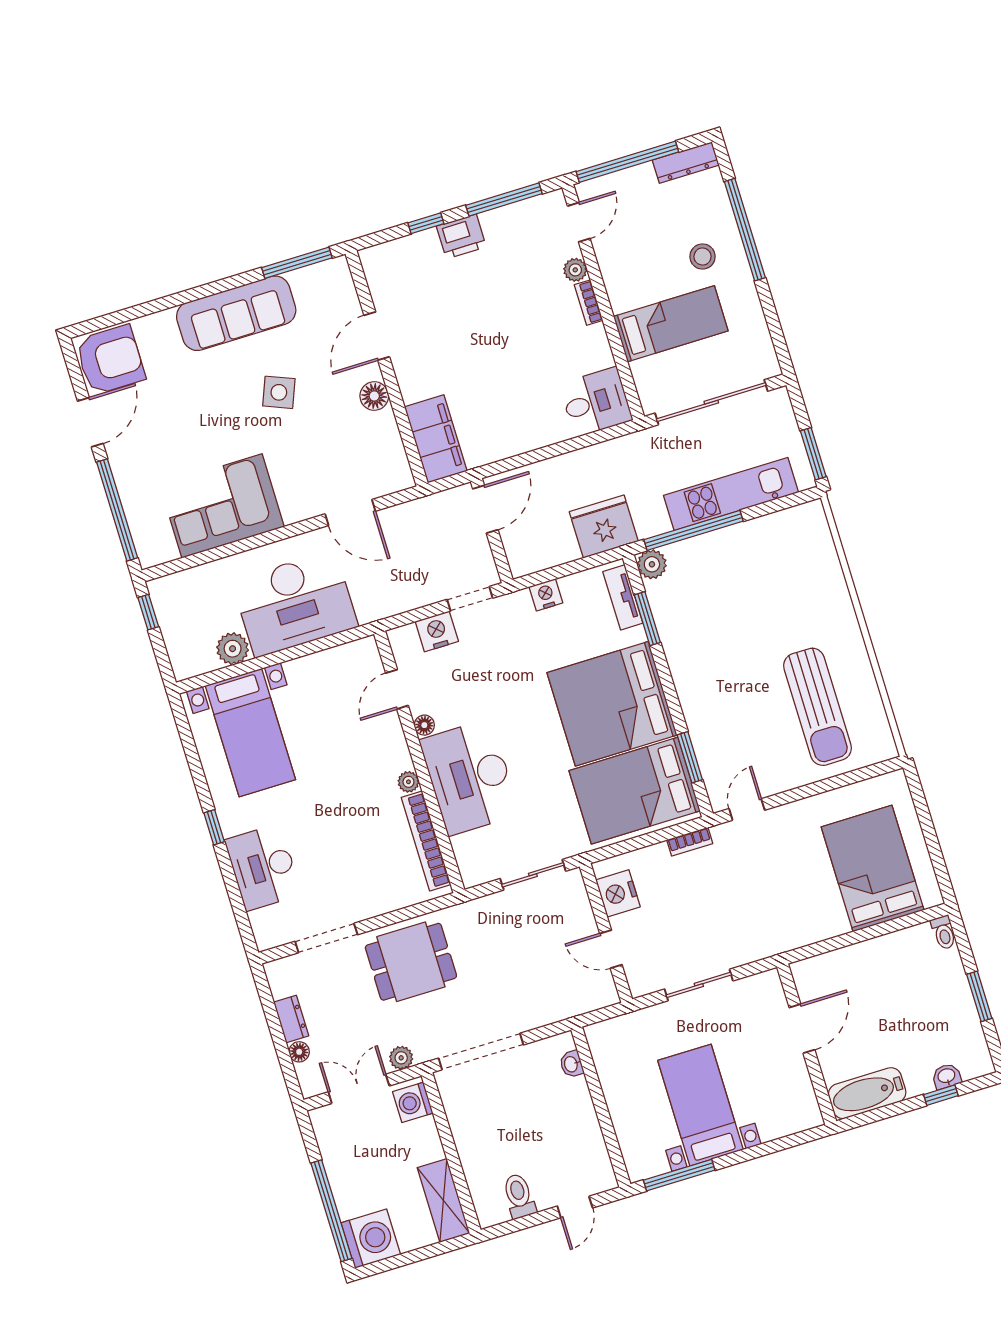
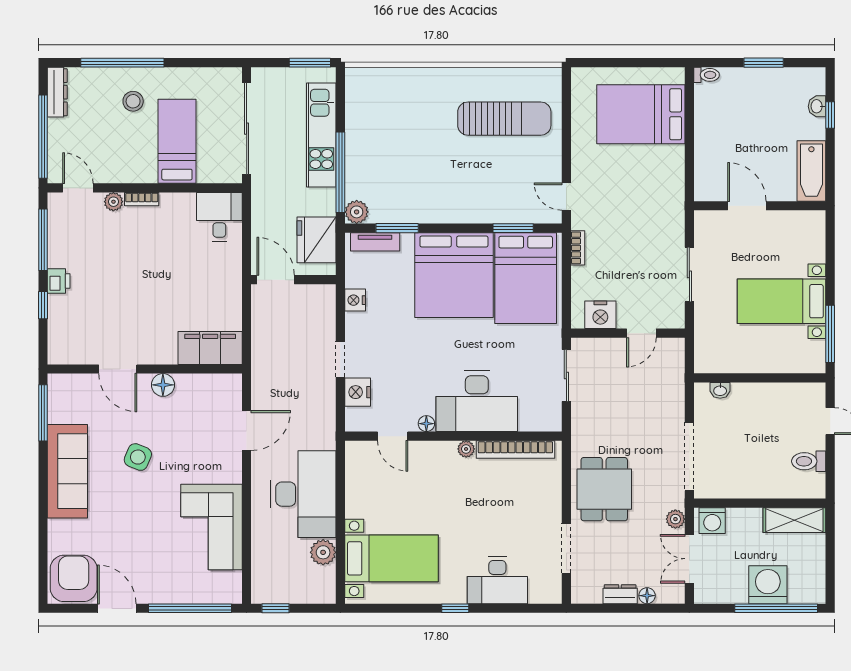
printer: (461, 236) -> (59, 281), width x0.73, depth x0.81
door: (485, 509) -> (276, 280), moved
wall: (492, 531) -> (293, 280), moved
washing machine: (371, 1239) -> (768, 585), moved

